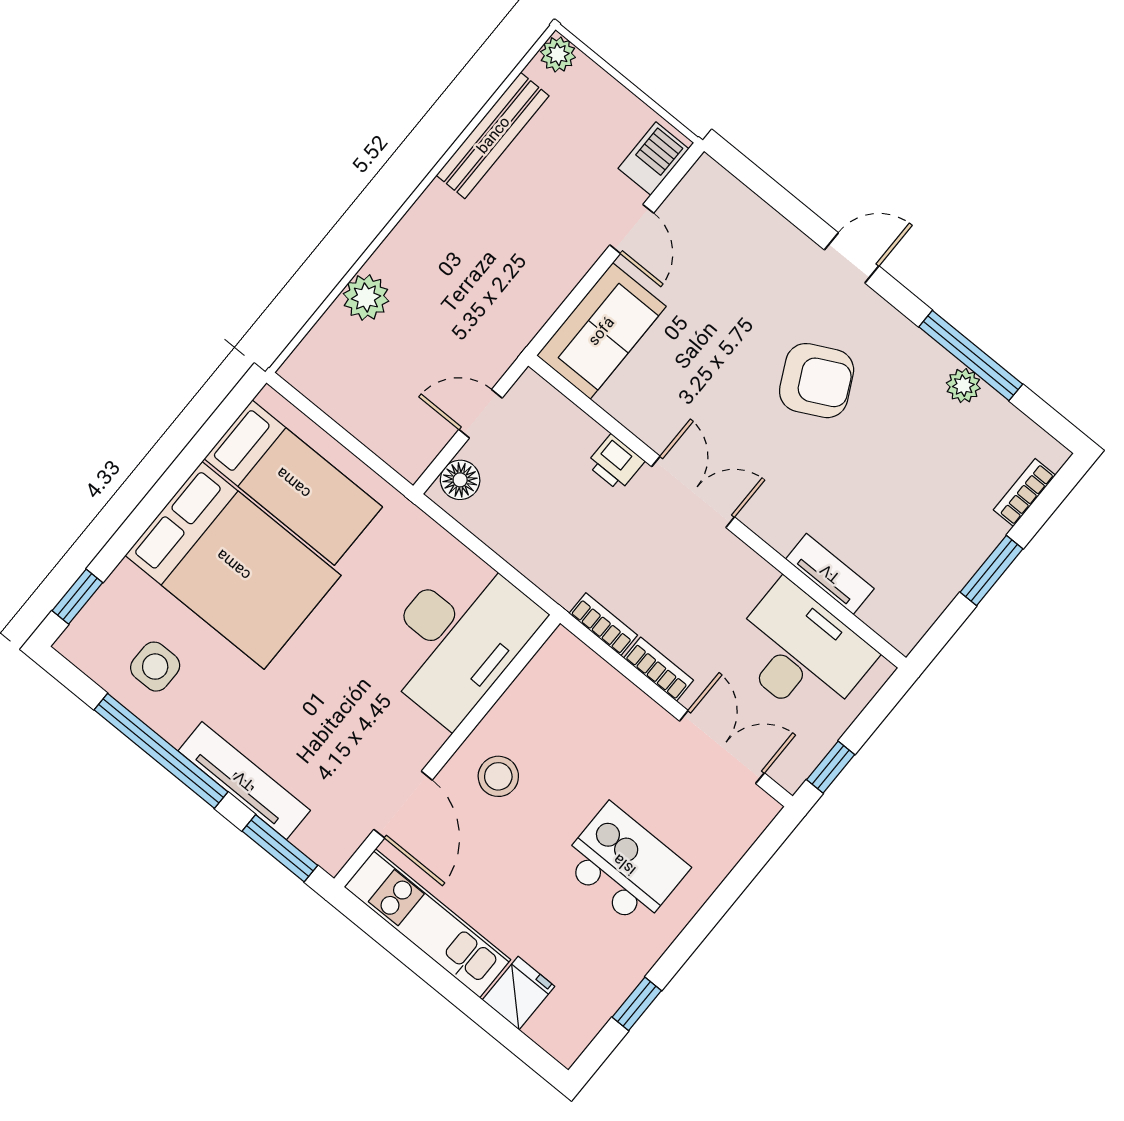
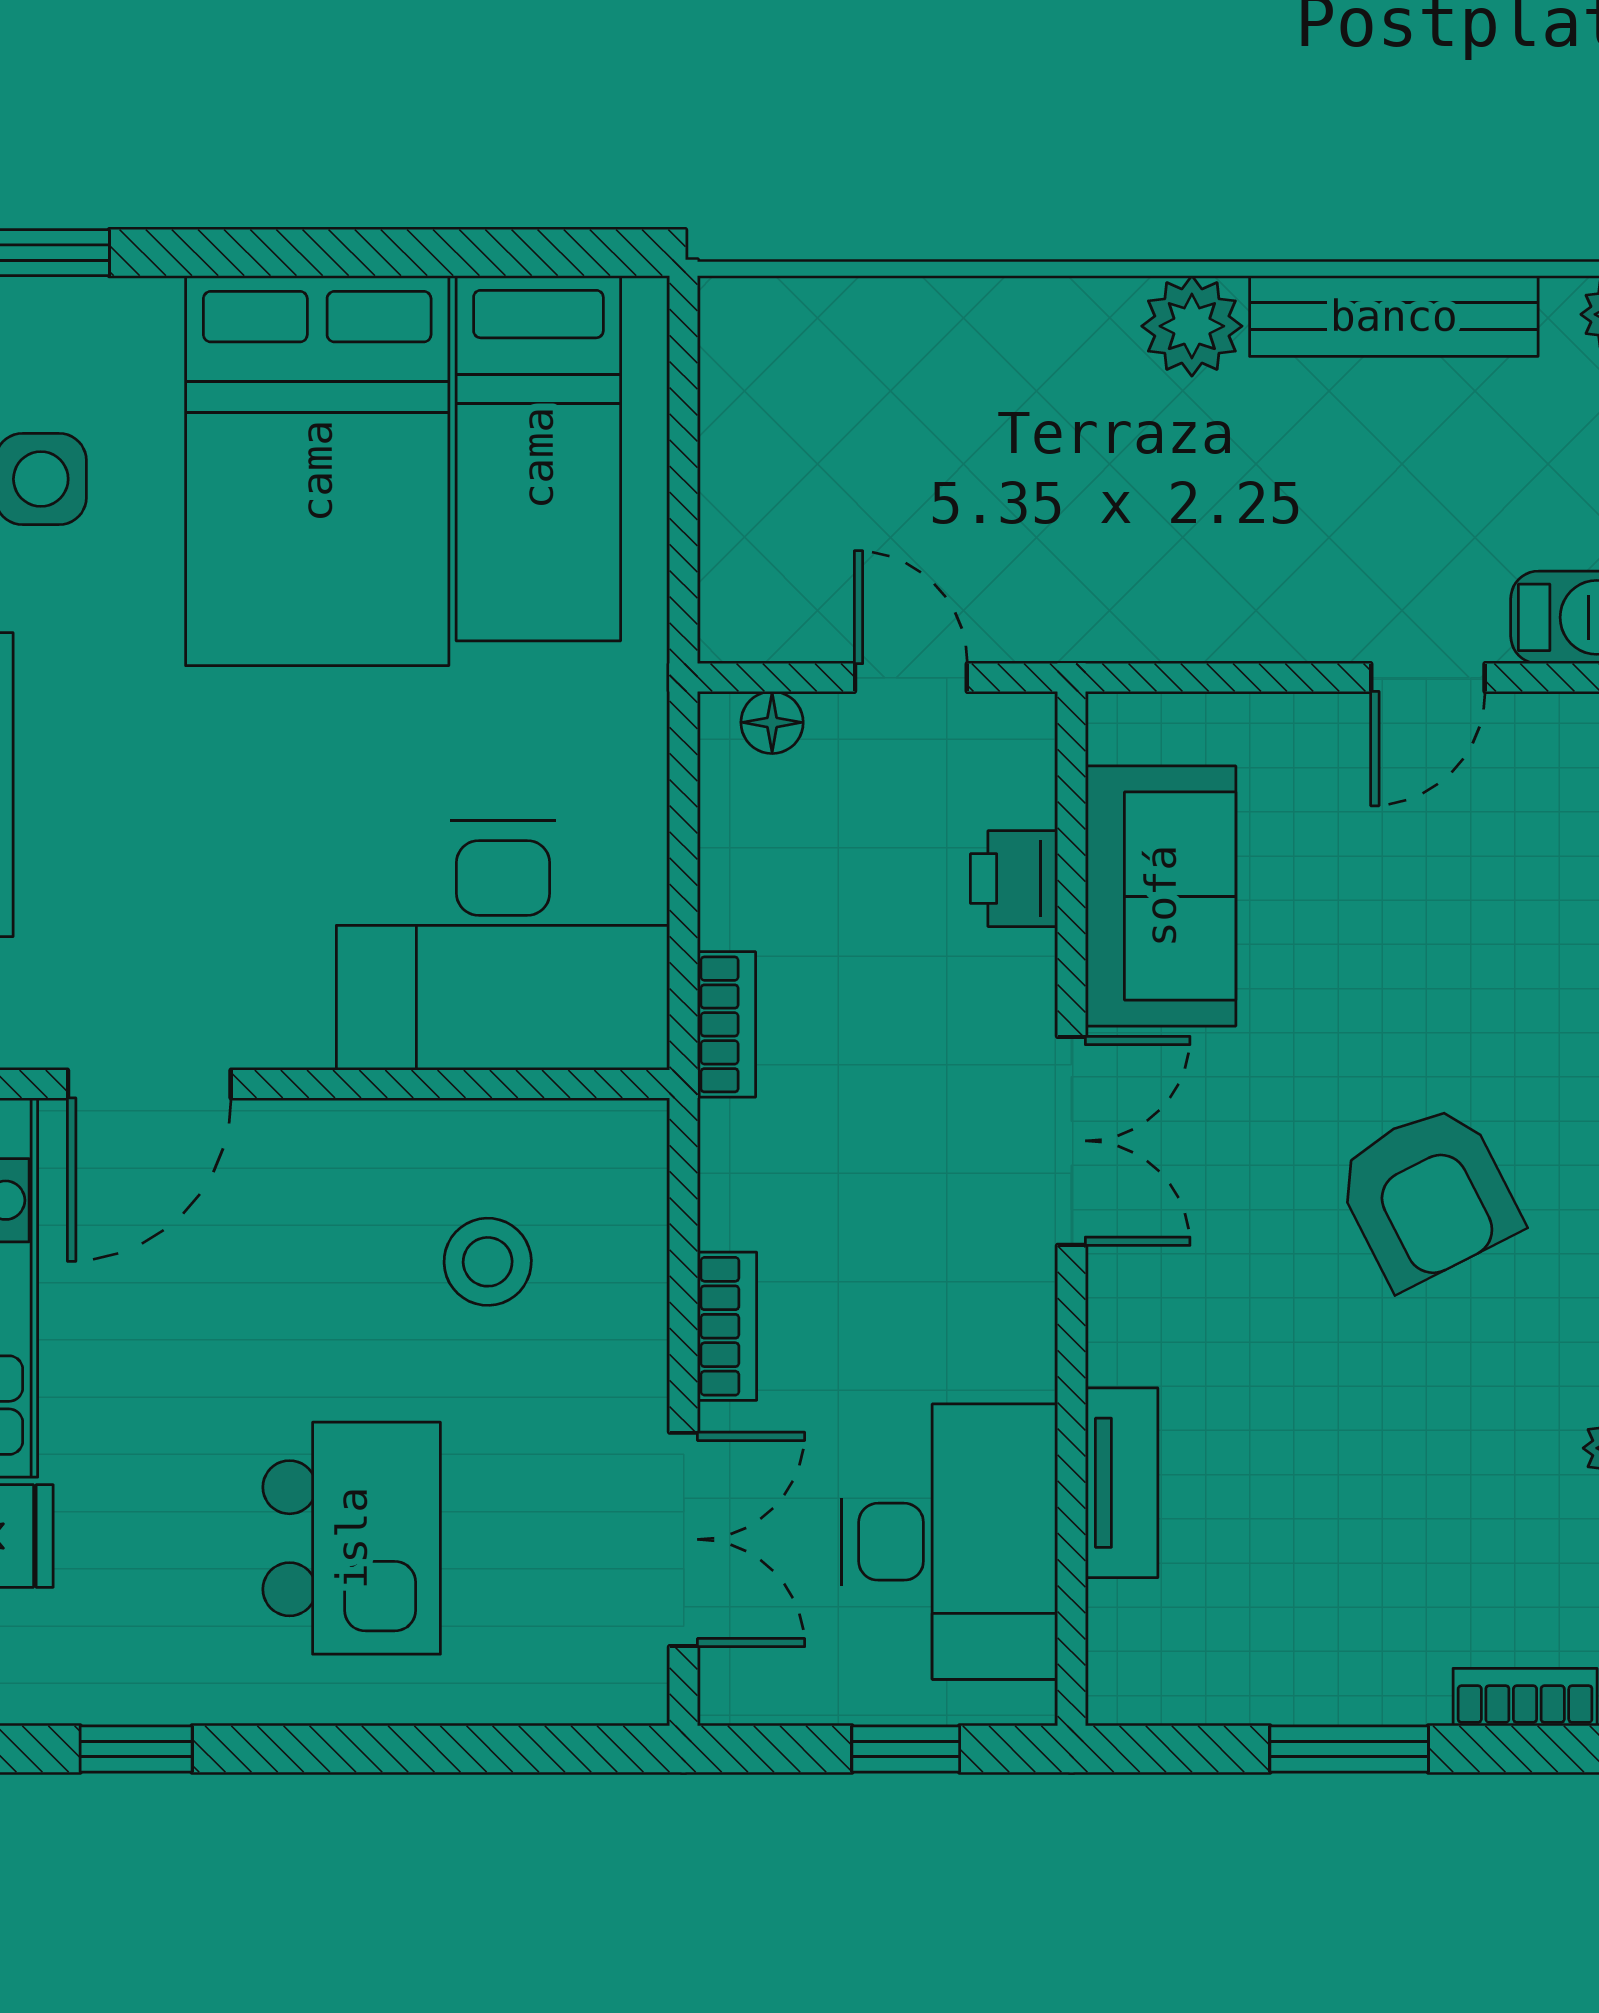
plant: (366, 297) -> (1192, 326), moved
sofa: (601, 331) -> (1161, 896), moved, turned -90
printer: (615, 463) -> (1014, 879), moved
floor lamp: (460, 480) -> (772, 722), width x0.73, depth x0.73
bookcase: (603, 624) -> (726, 1024), moved
window: (831, 767) -> (906, 1749), moved
stool: (498, 776) -> (488, 1262), moved

